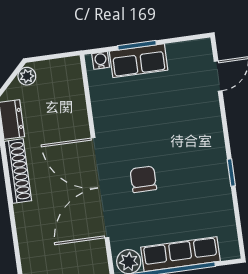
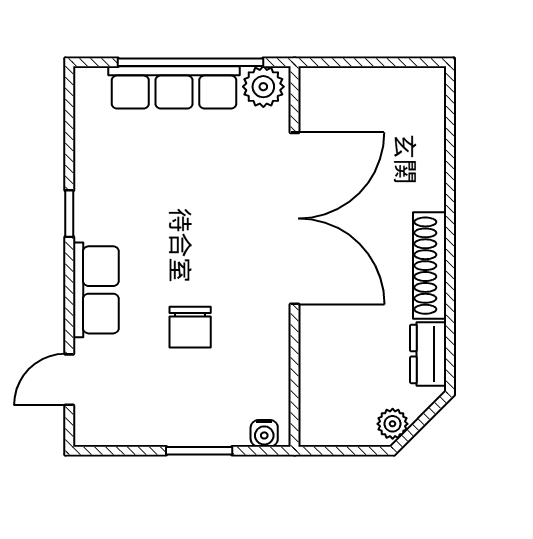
row of seats: (139, 61) -> (96, 290), moved, turned 90
chair: (143, 179) -> (190, 327), moved

